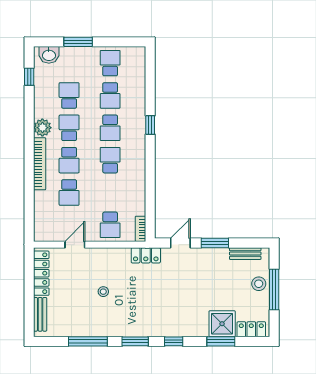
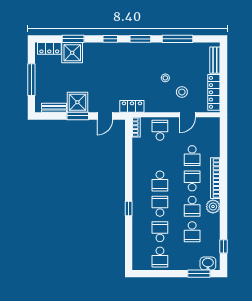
window: (78, 42) -> (199, 274), moved
school desk: (69, 192) -> (192, 156), turned 180
shower: (215, 261) -> (77, 102), added
stool: (259, 284) -> (182, 92), moved

